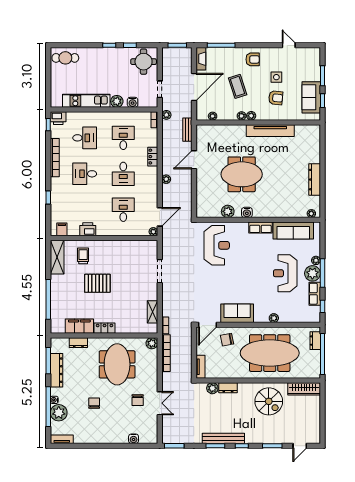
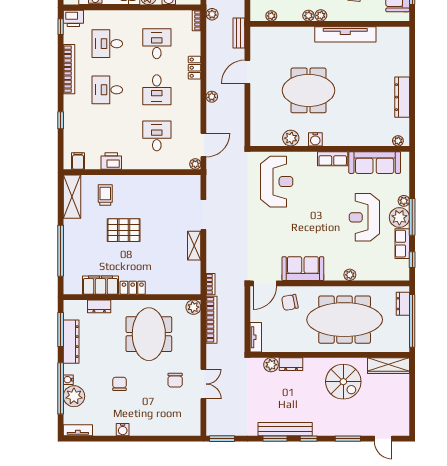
desk: (85, 138) -> (107, 44), turned 180
shelving: (152, 312) -> (194, 246), moved
water cooler: (134, 439) -> (123, 430), moved
door: (300, 446) -> (383, 439), hinge flipped

